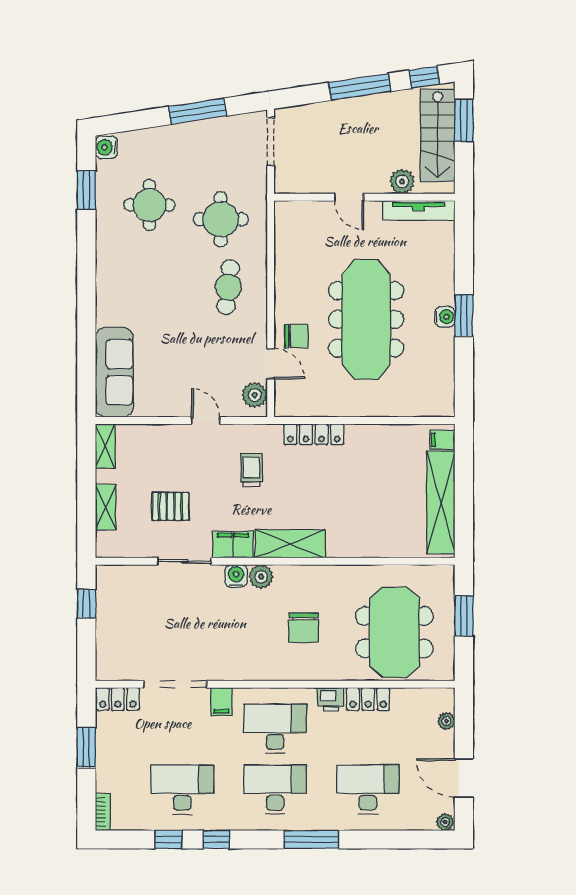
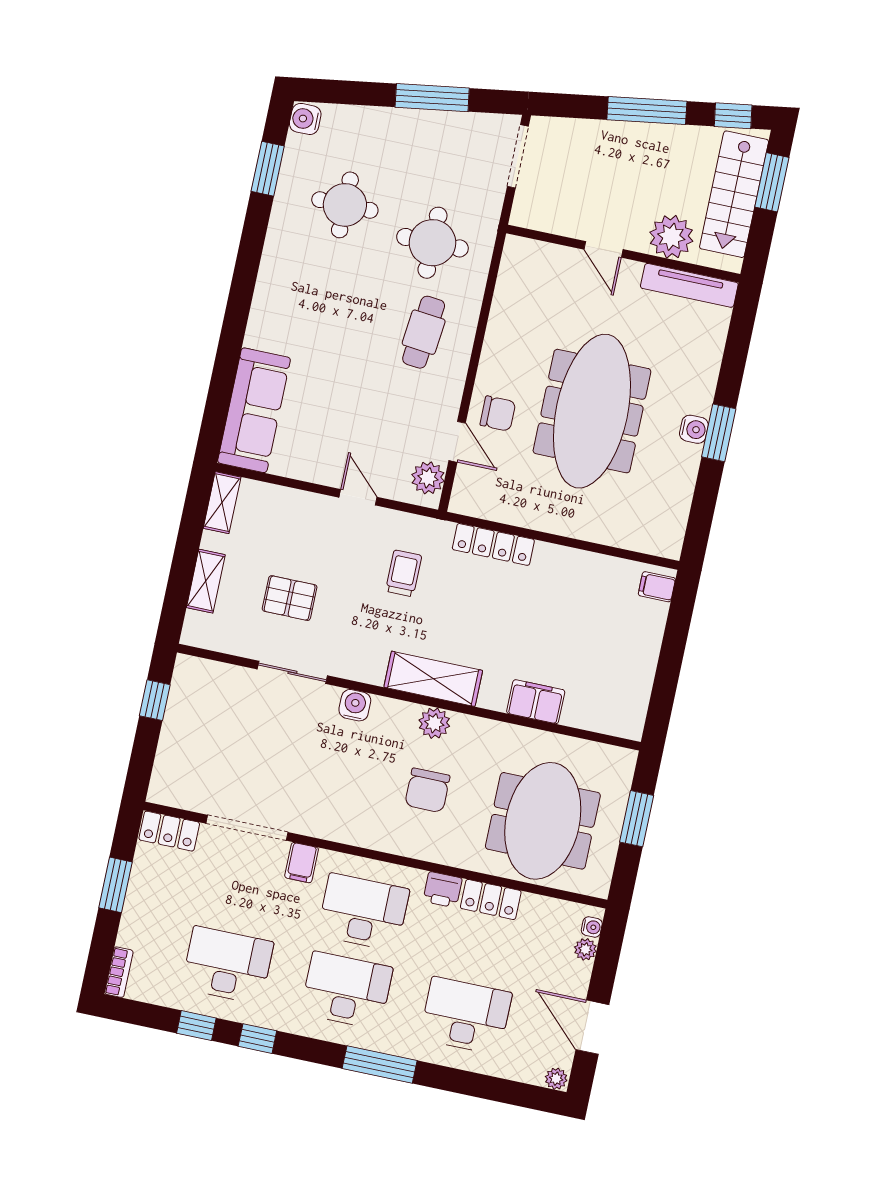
plant: (402, 181) -> (671, 237), width x1.36, depth x1.36
shelving: (441, 502) -> (638, 667), removed
filing cabinet: (233, 545) -> (536, 702), moved
plant: (261, 577) -> (434, 723), moved
water cooler: (448, 703) -> (592, 927), added

